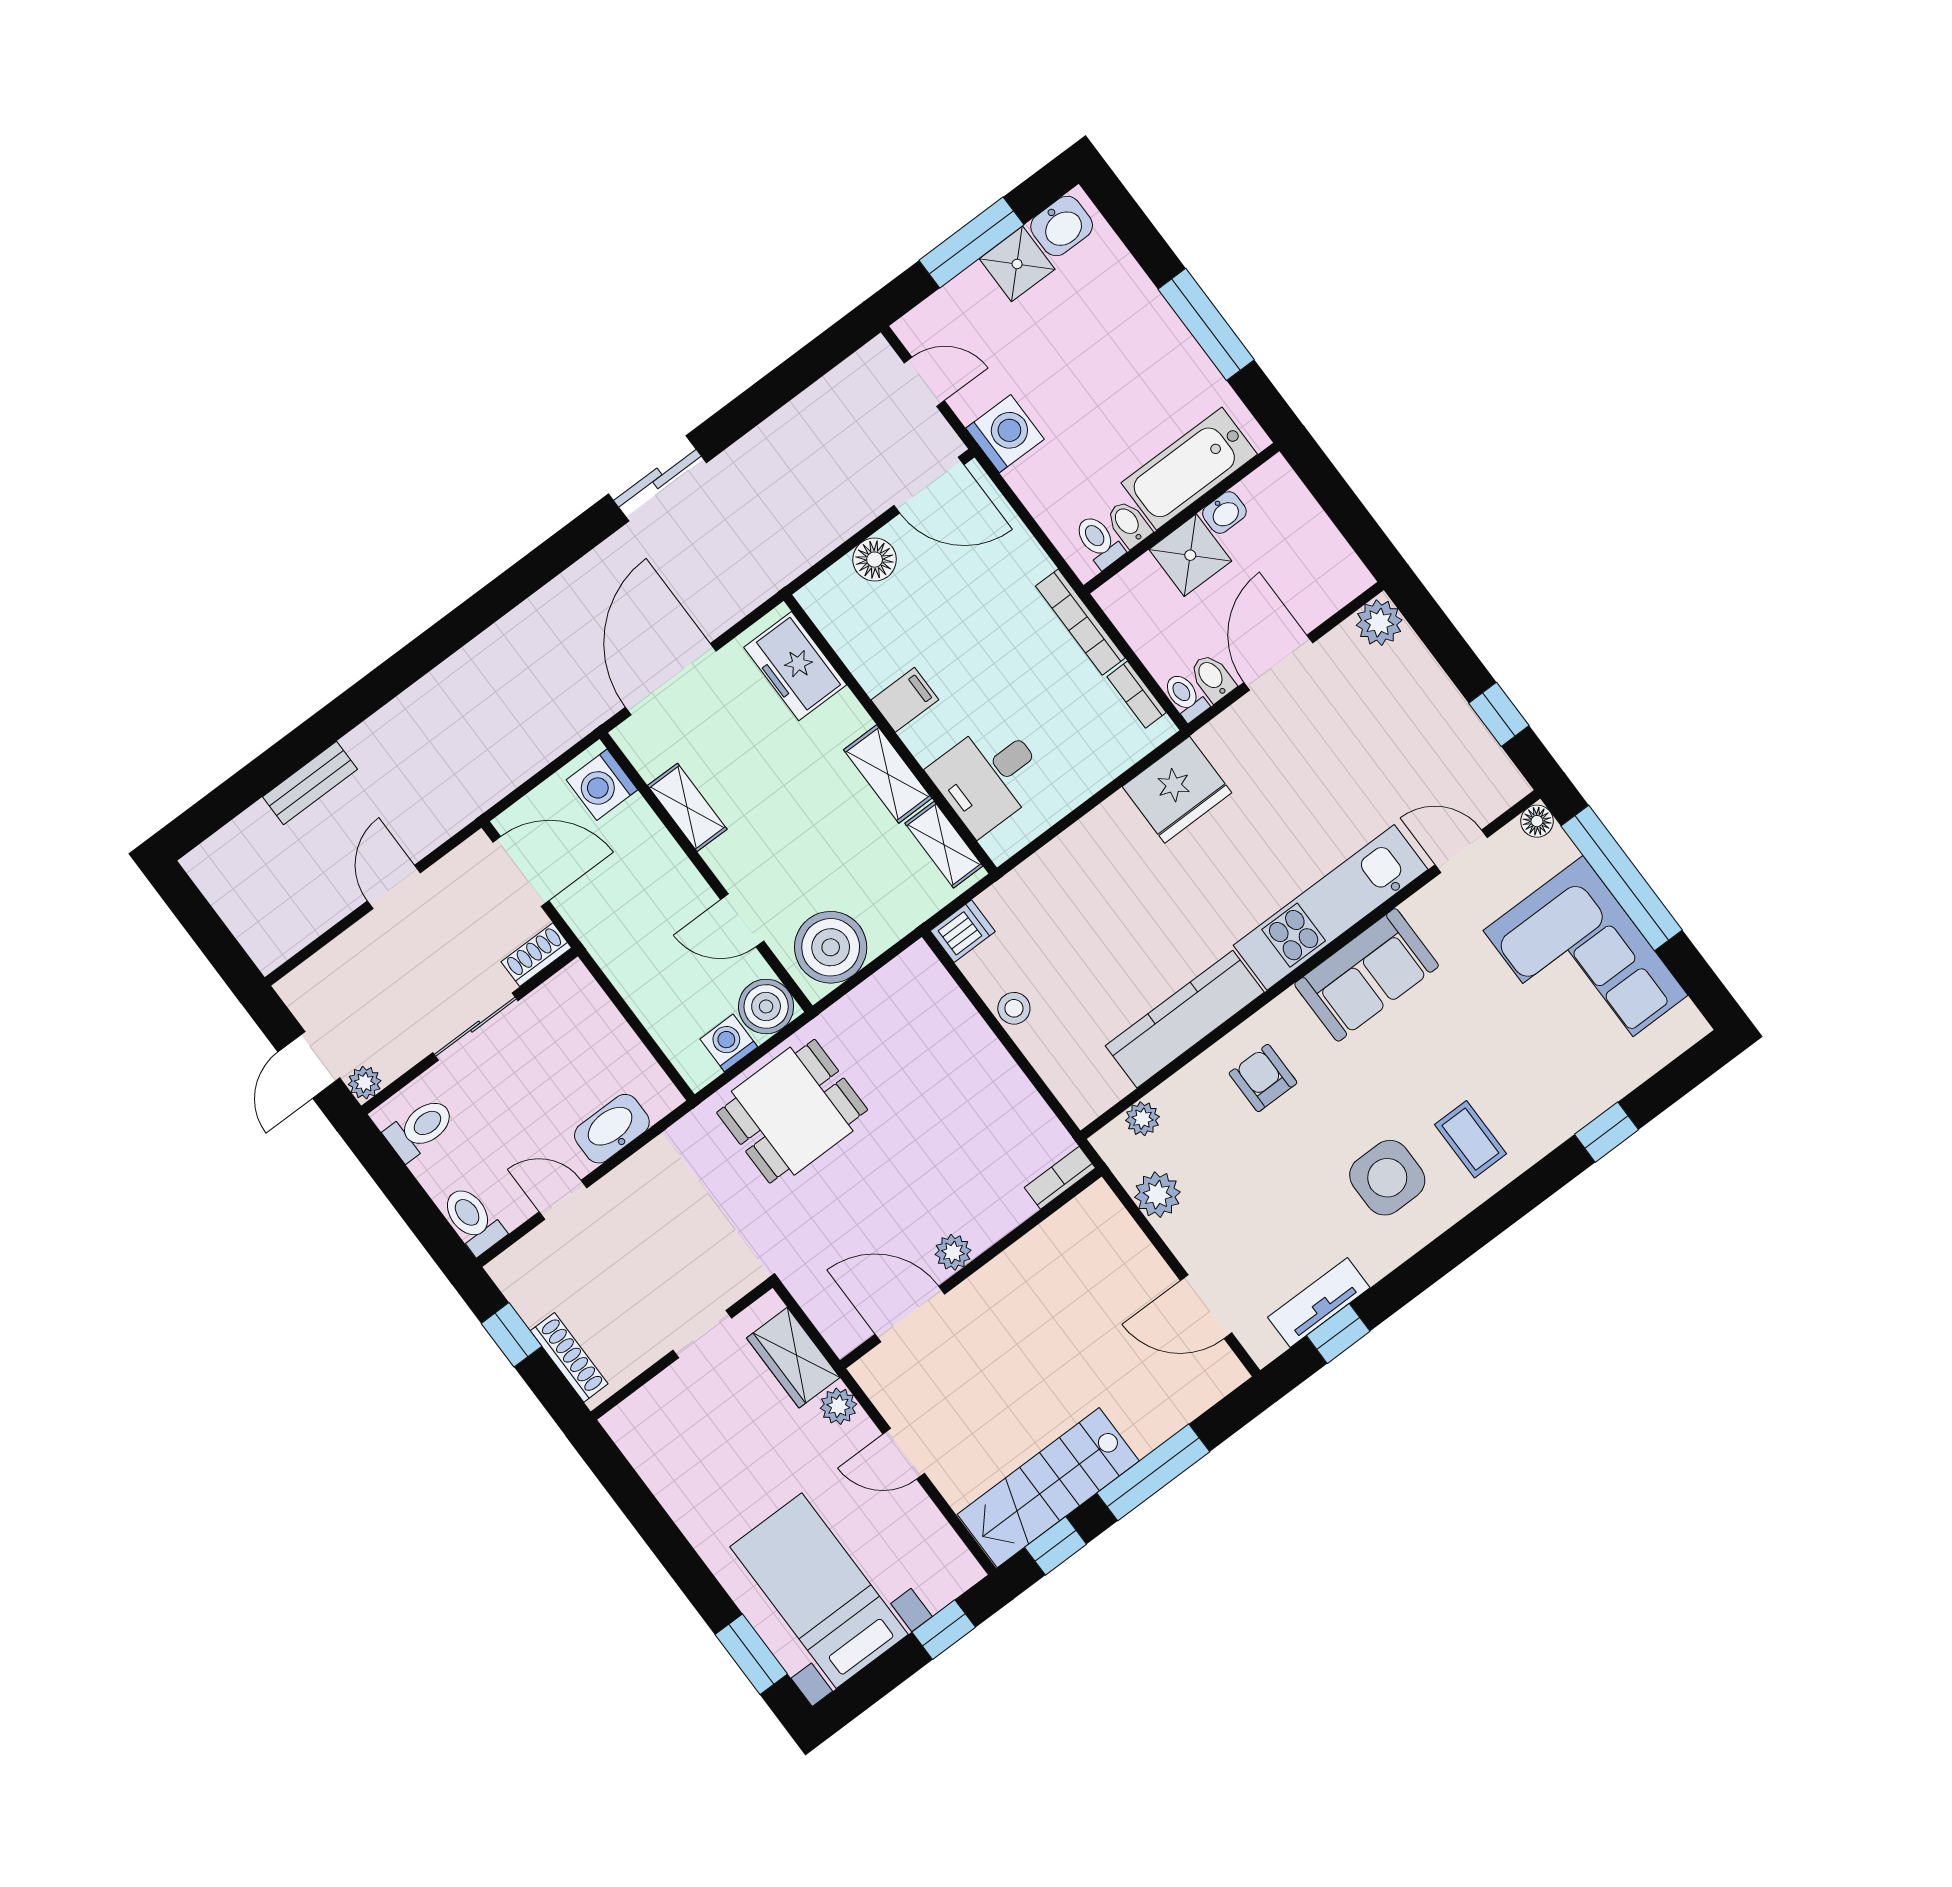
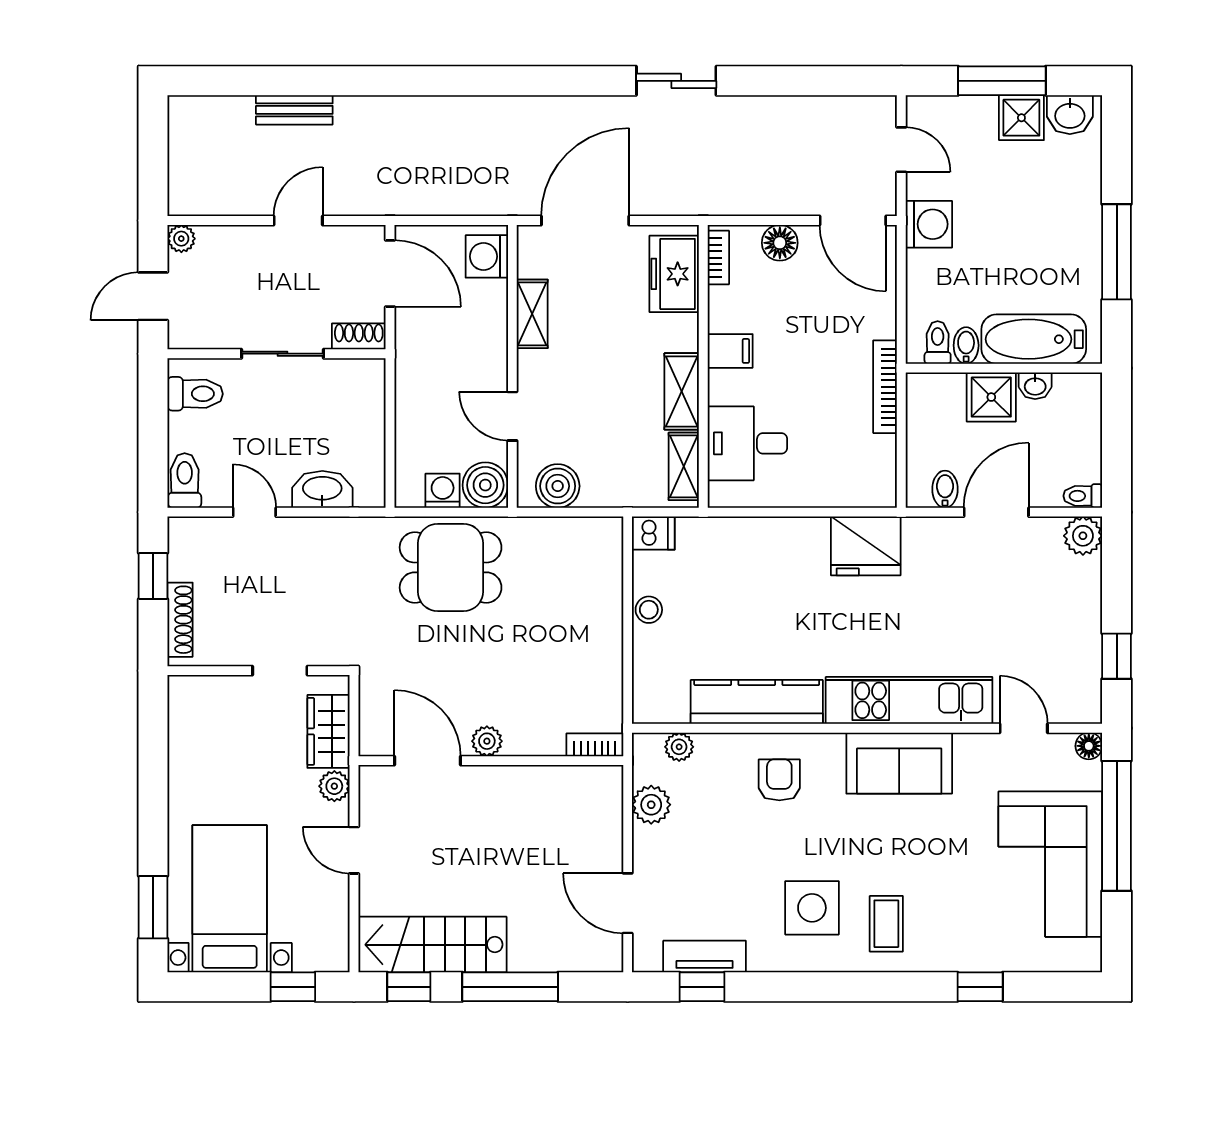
bookcase: (1137, 695) -> (718, 258), moved, turned 180
toilet: (1185, 697) -> (1083, 496), moved, turned -90
boiler: (831, 947) -> (558, 486), width x0.73, depth x0.73
plant: (365, 1083) -> (181, 239), moved

